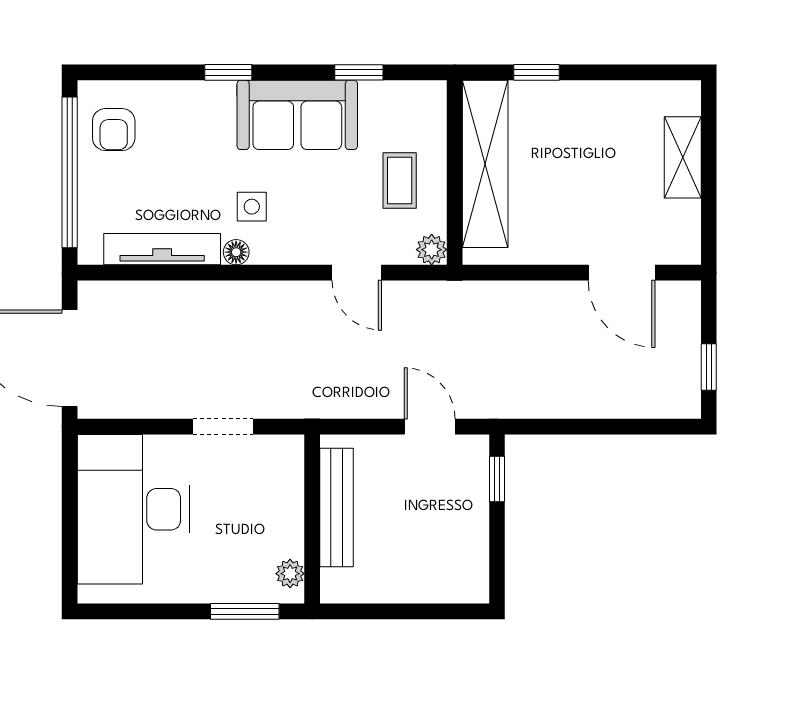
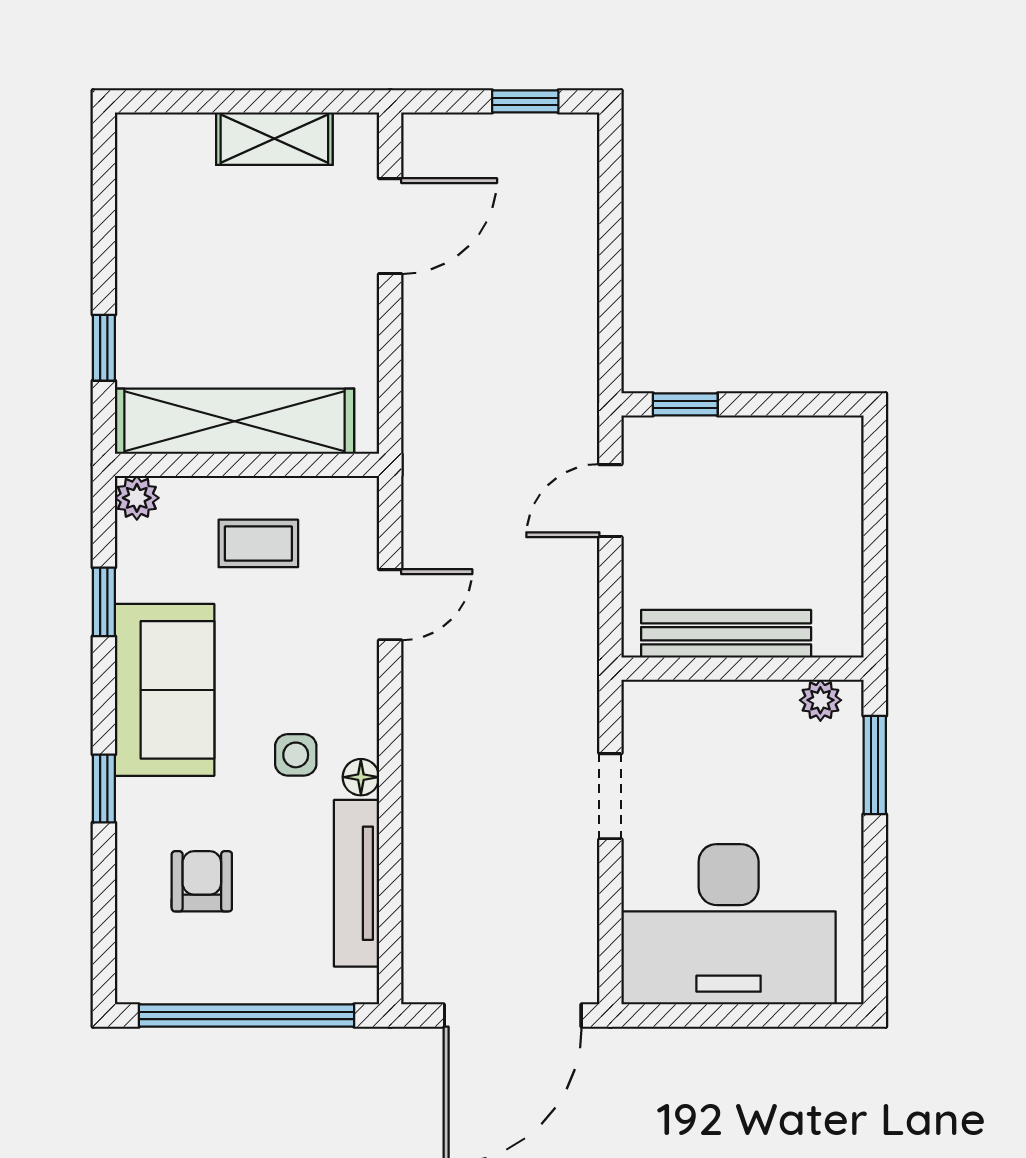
armchair: (114, 130) -> (202, 881), moved, turned -90
shelving: (683, 157) -> (274, 139), moved
plant: (432, 250) -> (137, 498), moved

